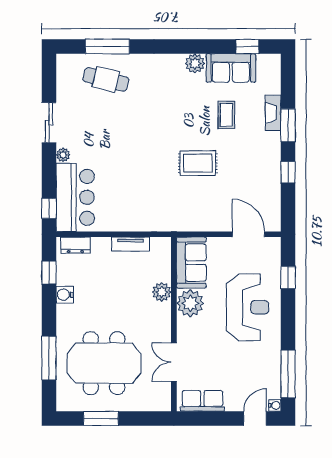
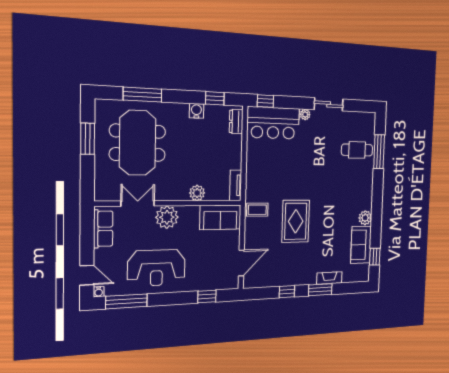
cafe table: (106, 79) -> (357, 150), turned 76
coffee table: (226, 115) -> (257, 210), moved
rug: (198, 163) -> (296, 221), width x1.36, depth x1.43
tv unit: (131, 244) -> (236, 185), moved
plant: (190, 303) -> (167, 217), moved
reception desk: (248, 307) -> (156, 268), moved

